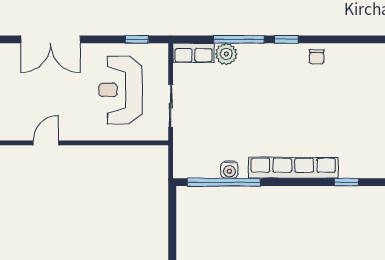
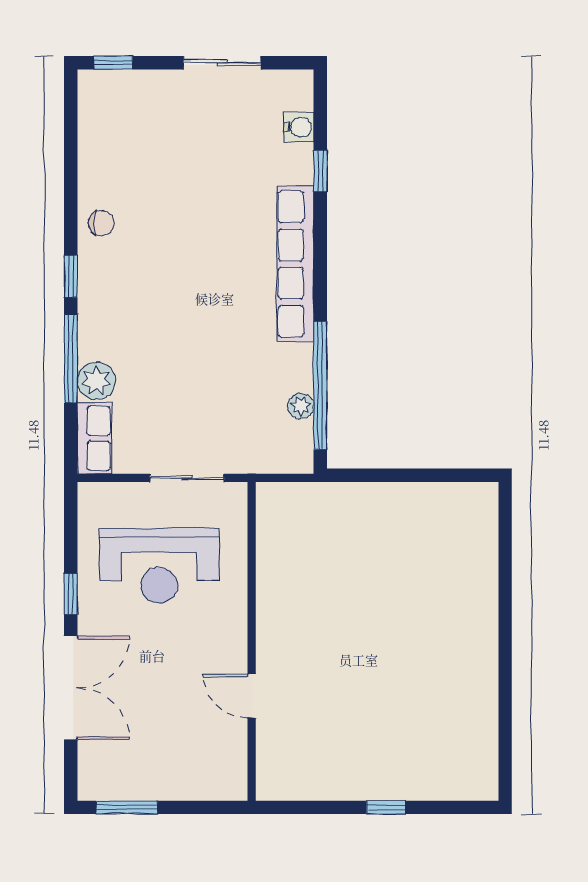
window: (137, 39) -> (71, 594), moved
water cooler: (229, 170) -> (299, 127), moved
plant: (212, 171) -> (301, 406), added

